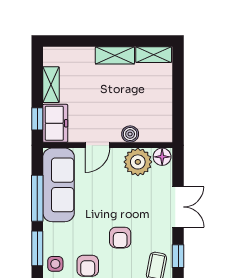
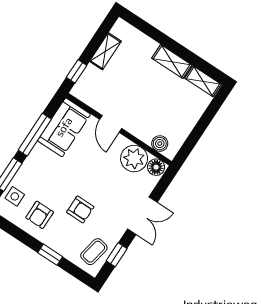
freezer: (55, 123) -> (89, 84), removed
boiler: (130, 134) -> (160, 144), moved
door: (97, 145) -> (111, 124), hinge flipped
sofa: (59, 185) -> (64, 127), width x0.73
armchair: (120, 238) -> (80, 209), turned -90

